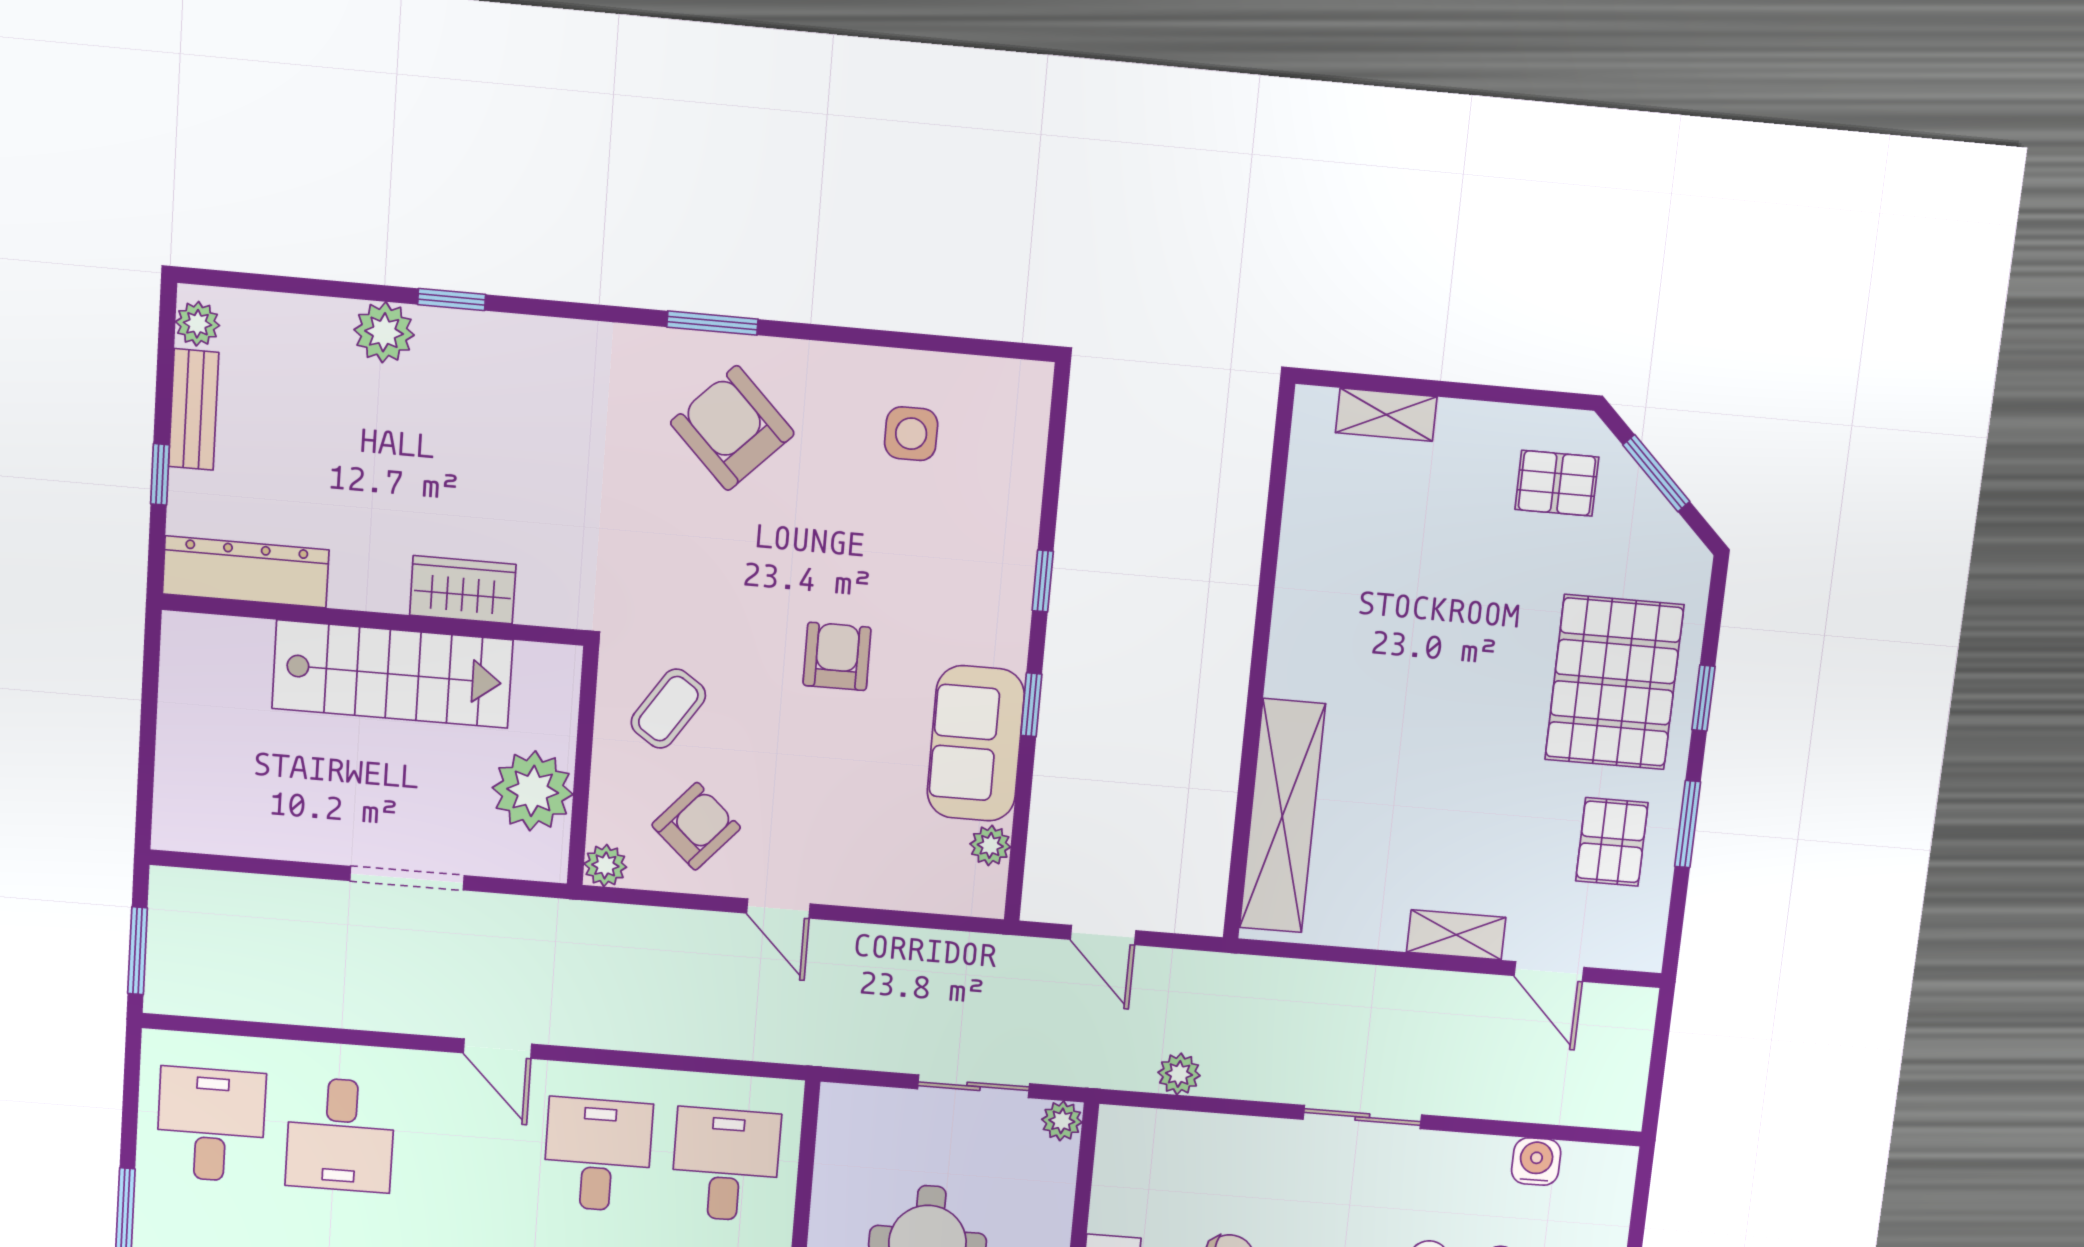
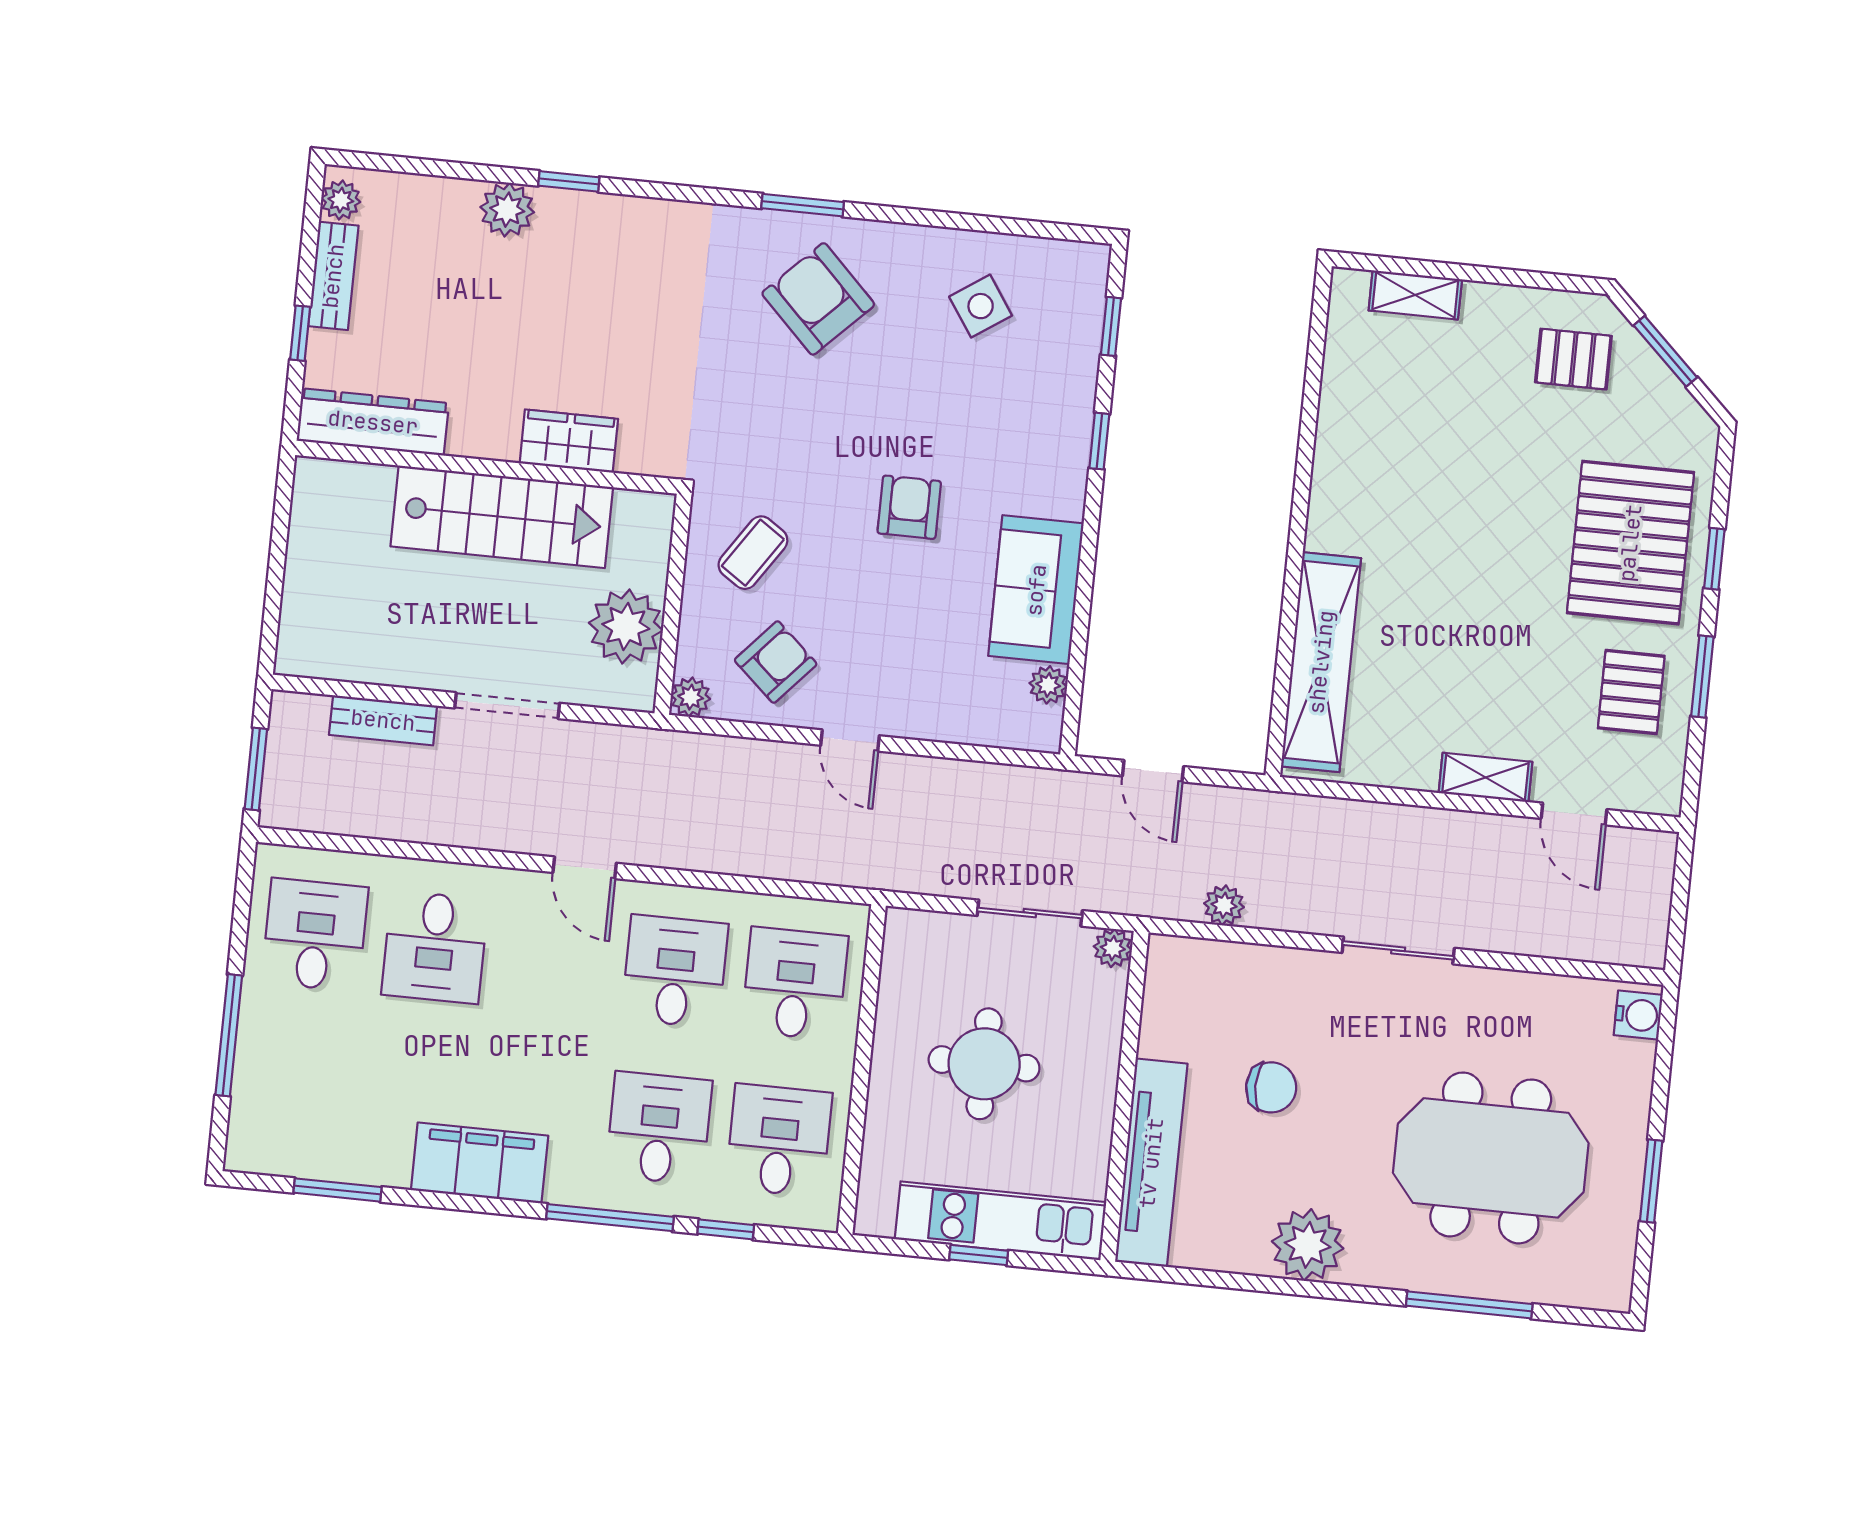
side table: (911, 434) -> (981, 306), turned -34
window: (1031, 705) -> (1111, 326), moved
bench: (273, 896) -> (383, 720), added
water cooler: (1536, 1162) -> (1638, 1015), moved, turned 90

